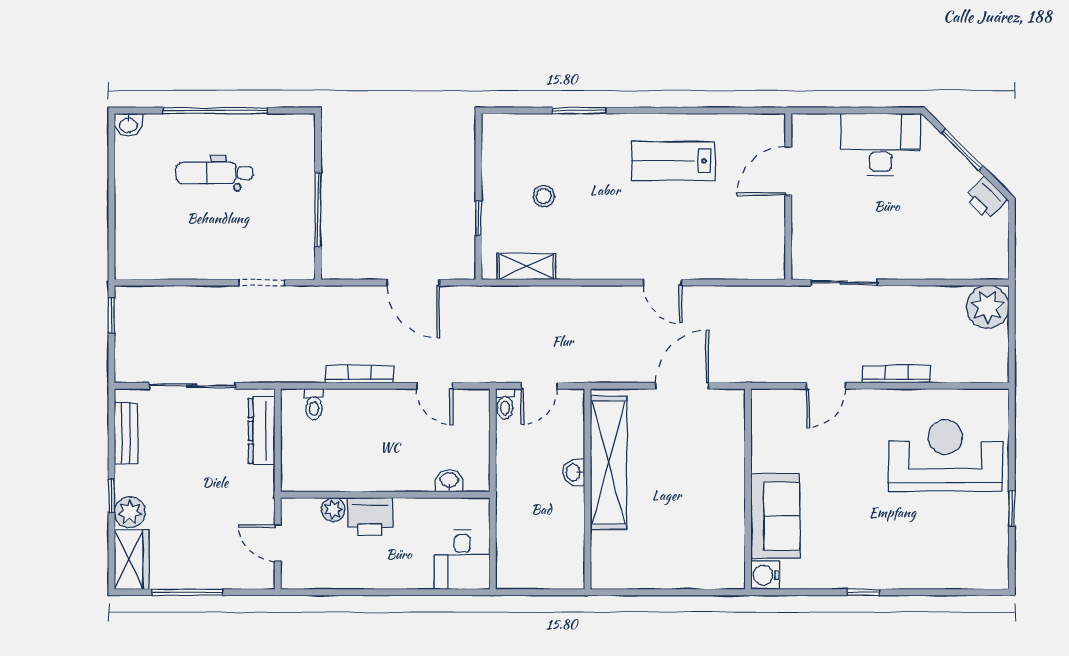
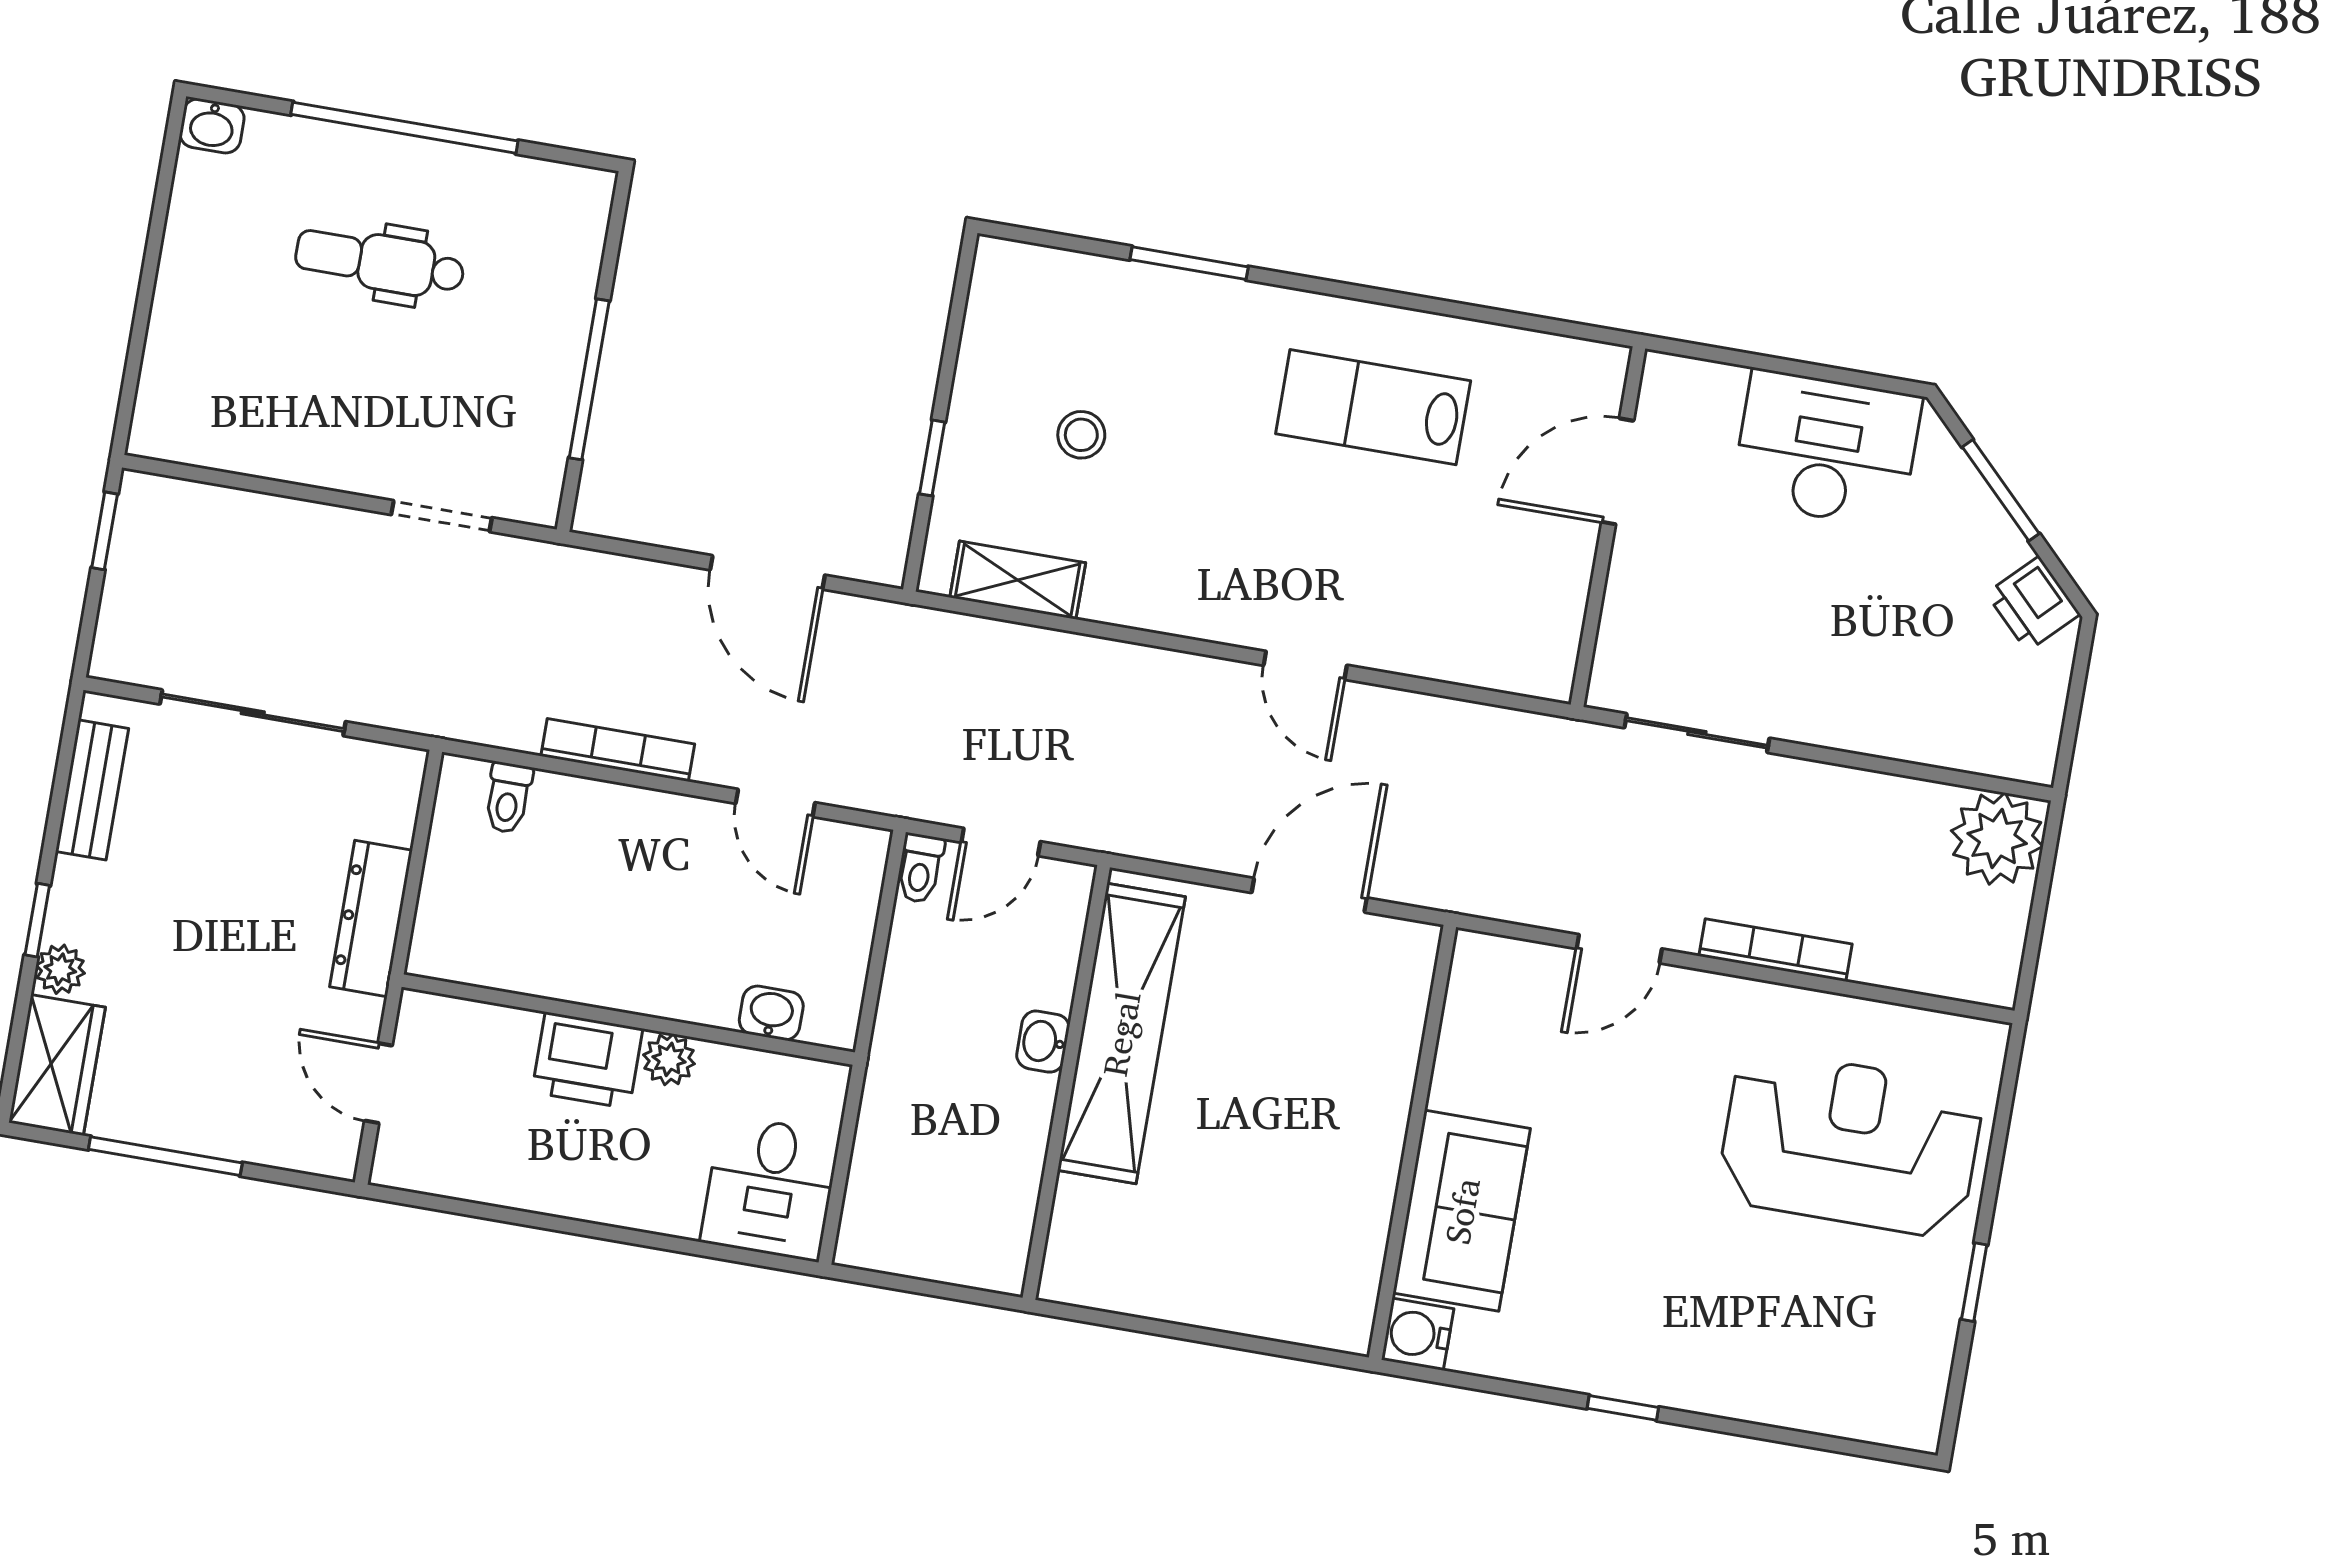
dresser: (262, 431) -> (371, 919), moved
plant: (333, 510) -> (669, 1059), moved
plant: (130, 512) -> (60, 969), width x0.73, depth x0.73

